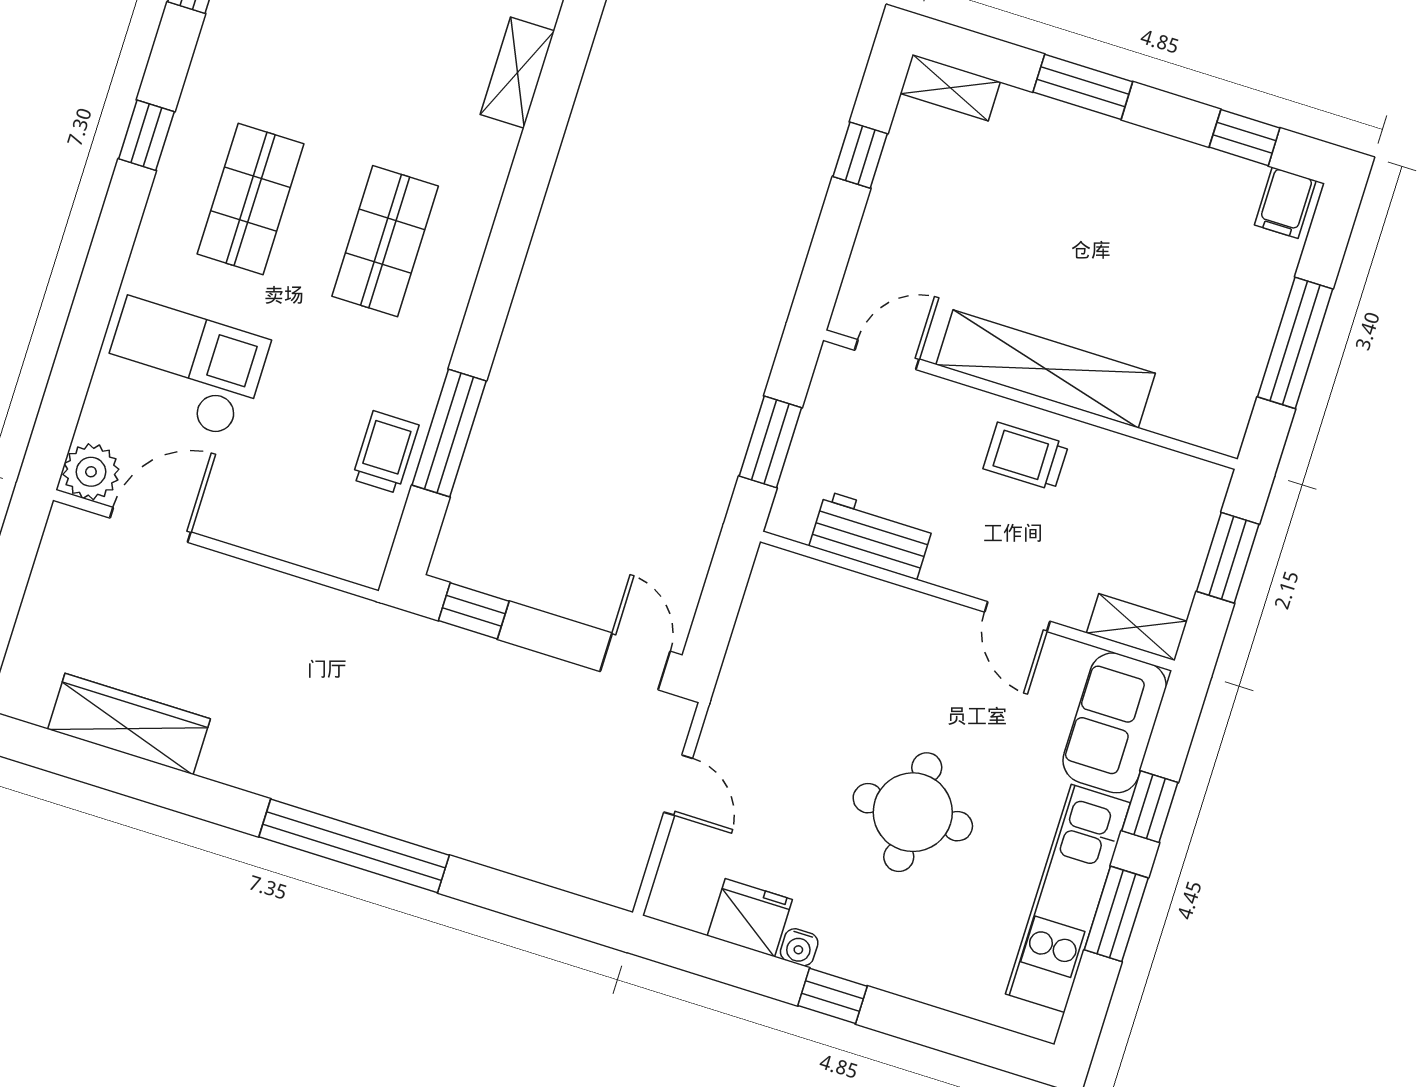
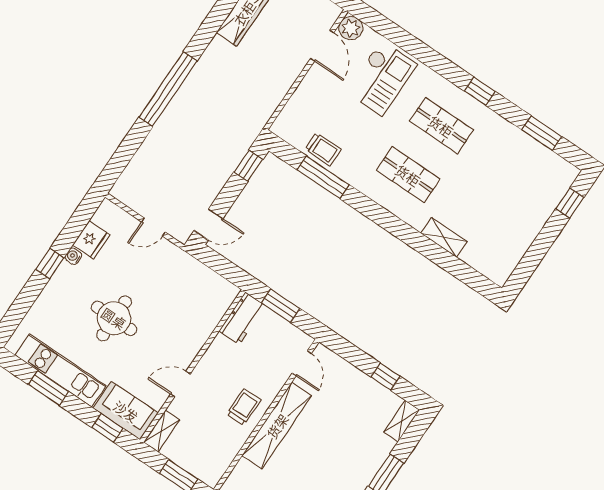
shelving: (517, 73) -> (444, 237), moved
workbench: (871, 535) -> (242, 318), moved
window: (1150, 807) -> (107, 428), moved

